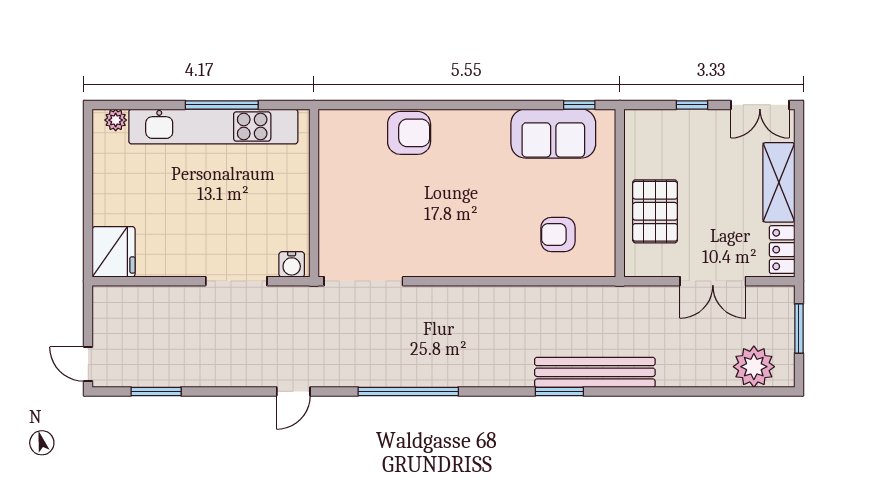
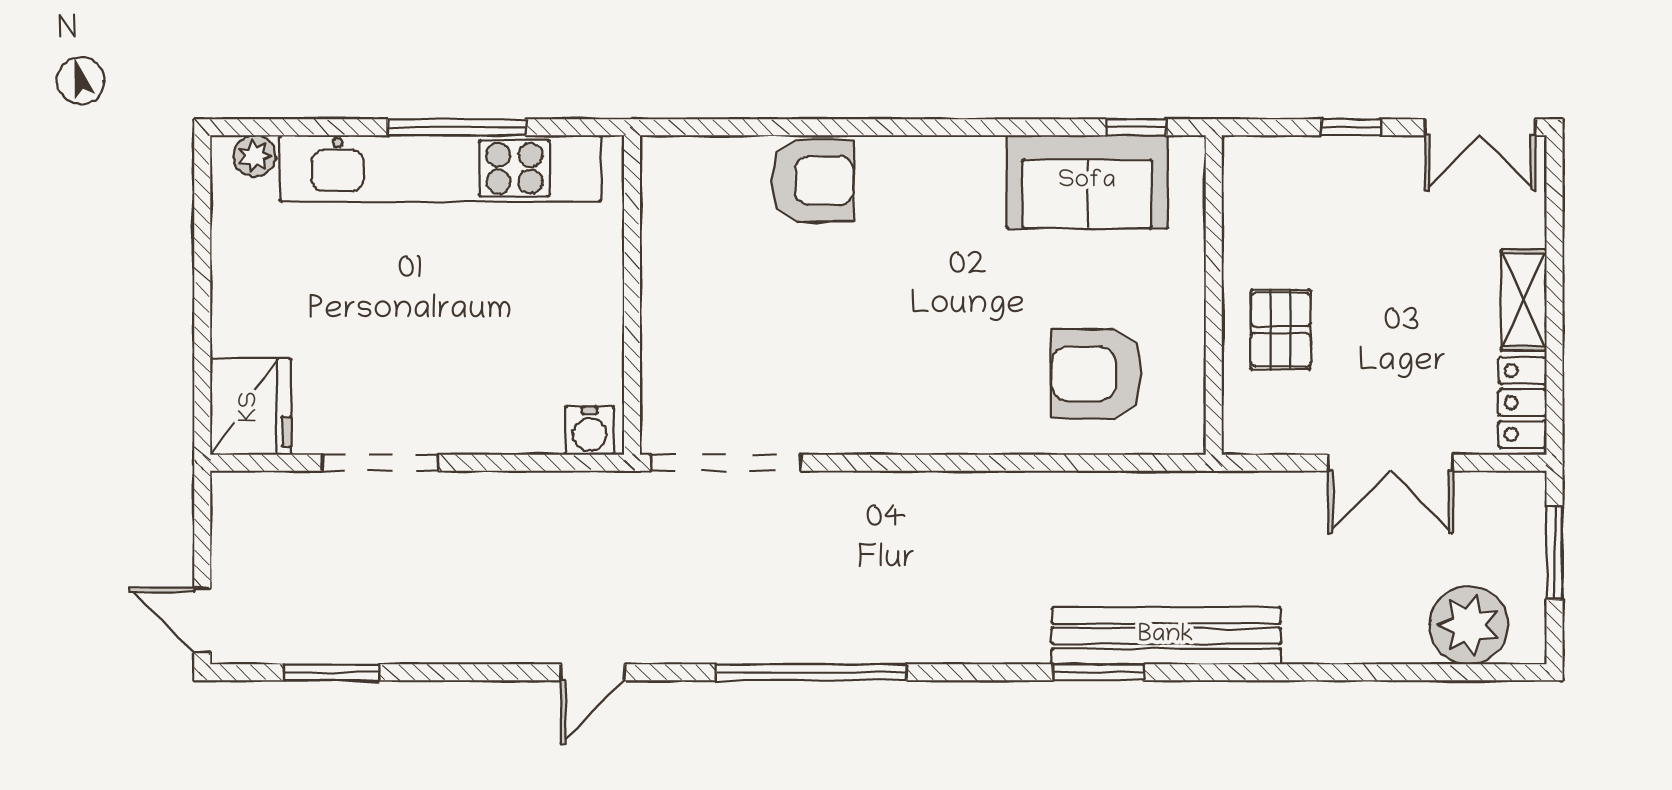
shelving: (779, 182) -> (1524, 300), width x0.67, depth x0.75
pallet: (655, 211) -> (1281, 330), width x0.67, depth x0.71
armchair: (558, 234) -> (1096, 374), width x1.38, depth x1.38
doorway: (236, 281) -> (380, 463), moved

